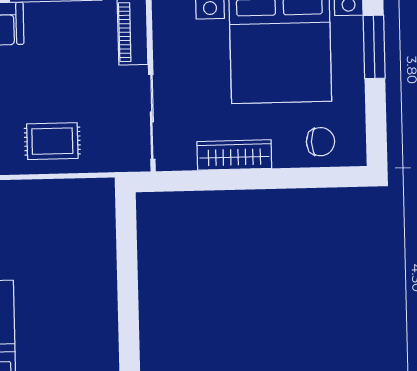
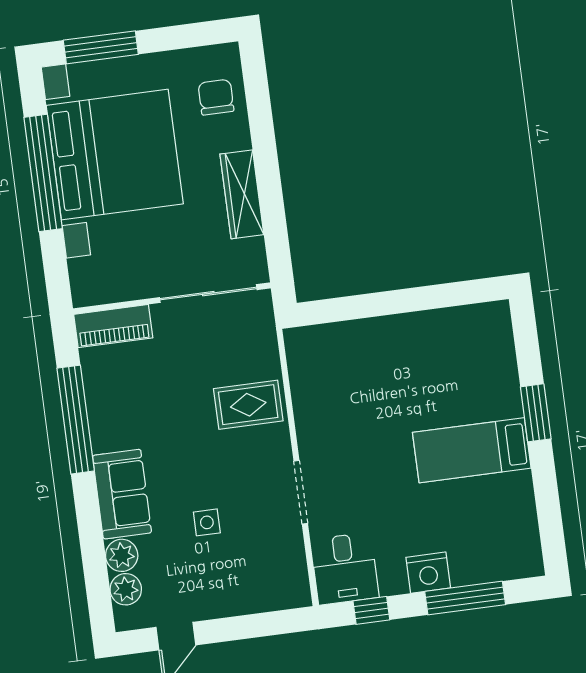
rug: (52, 141) -> (248, 405), turned 90

